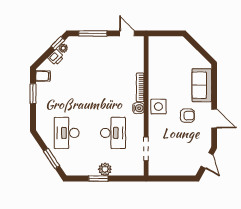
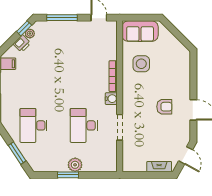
sofa: (202, 85) -> (140, 31), moved, turned -90
side table: (158, 107) -> (141, 64), moved
desk: (113, 133) -> (84, 125), turned 180
doorway: (146, 149) -> (120, 127), moved
fireplace: (183, 171) -> (159, 167), added

